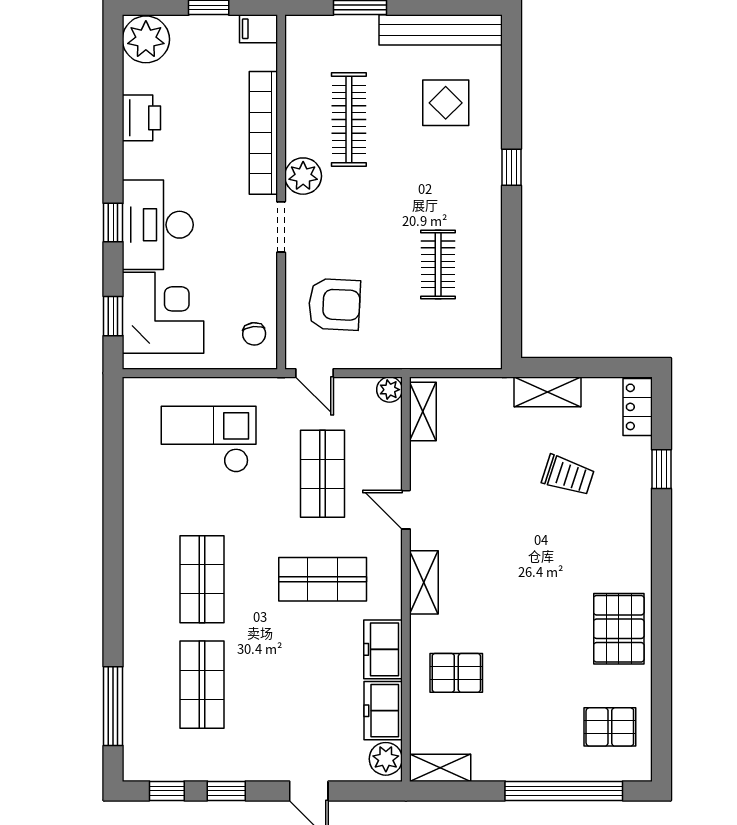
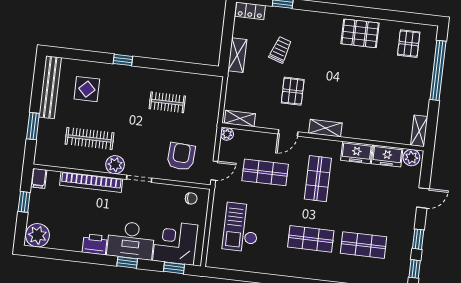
printer: (141, 118) -> (95, 244), moved
pallet: (456, 673) -> (293, 91), moved

